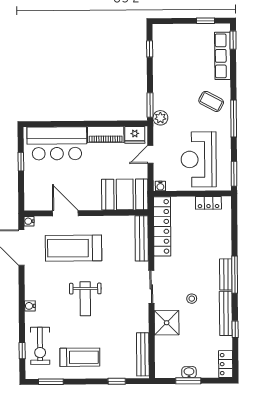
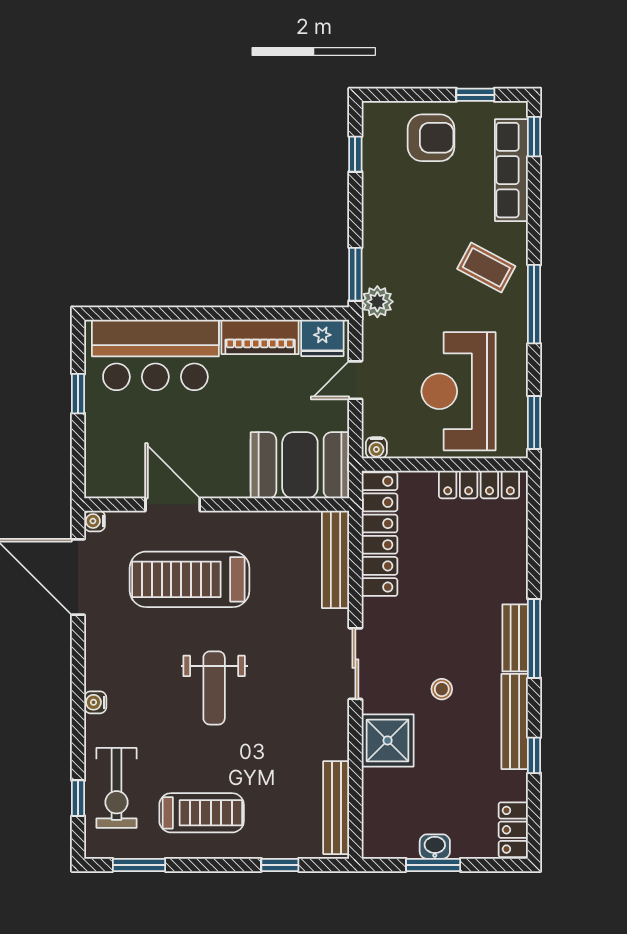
armchair: (185, 41) -> (431, 138), added
locker: (208, 203) -> (479, 484), width x1.53

